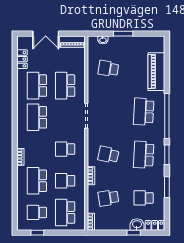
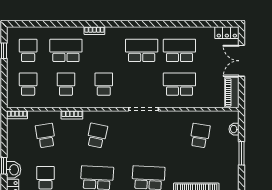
locker: (22, 59) -> (227, 33), moved
school desk: (65, 212) -> (28, 84), width x0.54

